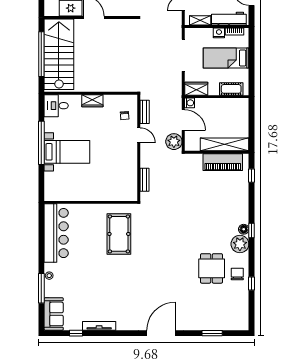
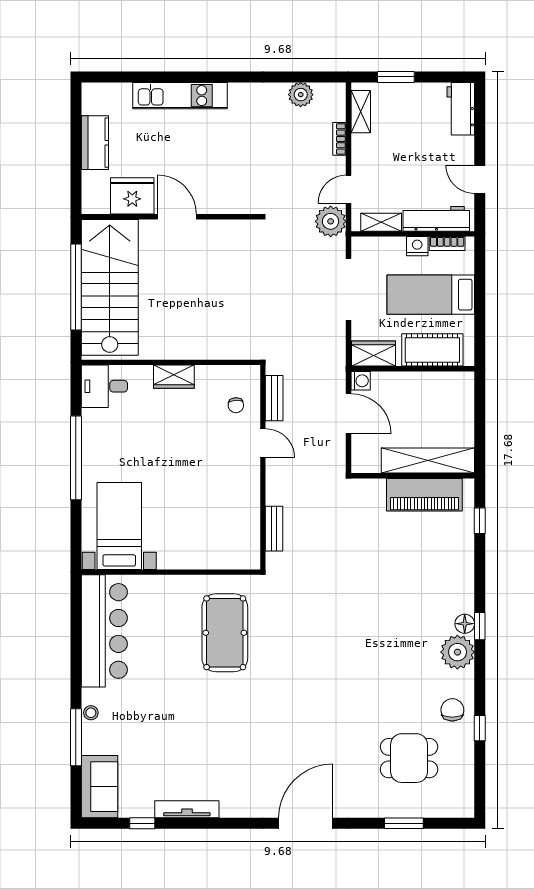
cot: (231, 89) -> (432, 350), width x1.37, depth x1.34
plant: (174, 142) -> (331, 221), moved
bed with nightstands: (67, 152) -> (119, 526), moved, turned -90
dining table: (212, 268) -> (409, 758), moved, turned 90

